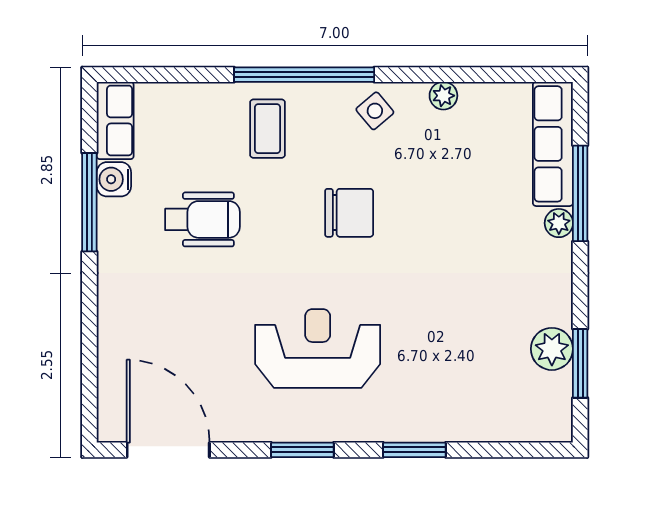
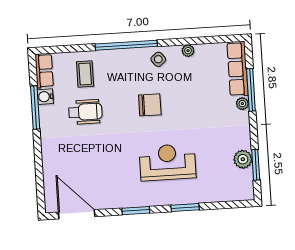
coffee table: (268, 129) -> (85, 74), moved
reception desk: (318, 348) -> (168, 162), moved

